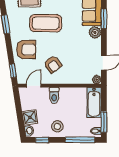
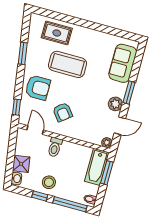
window: (104, 19) -> (129, 93), moved
plant: (95, 32) -> (115, 104), moved
door: (34, 86) -> (35, 130), hinge flipped
window: (104, 122) -> (107, 173), moved
window: (42, 140) -> (40, 196), moved

